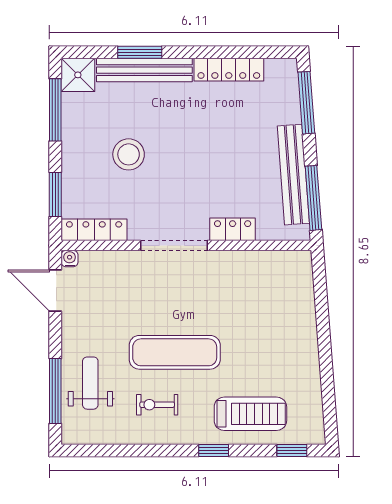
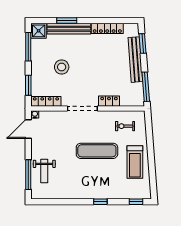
window: (306, 103) -> (143, 43), width x0.69
bench: (293, 175) -> (135, 60), moved
door: (55, 291) -> (28, 129), hinge flipped
exercise mat: (175, 352) -> (97, 151), moved
weight bench: (90, 383) -> (44, 171), turned 180
exercise bike: (157, 405) -> (125, 126), moved
treadmill: (250, 414) -> (135, 162), moved, turned 90

